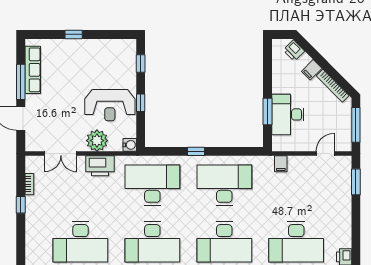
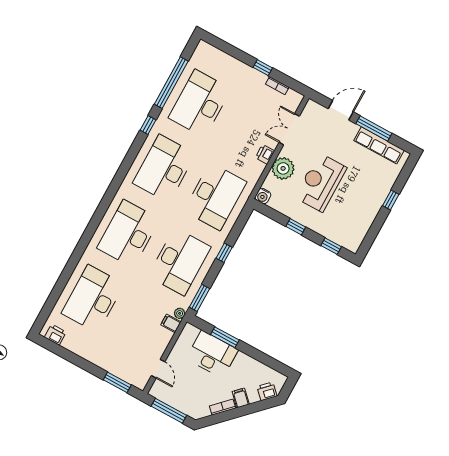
bookcase: (333, 86) -> (223, 407), width x0.64
reception desk: (110, 105) -> (321, 183), moved
window: (246, 151) -> (199, 298), added
plant: (268, 161) -> (180, 313), added
printer: (100, 166) -> (265, 154), width x0.53, depth x0.68

